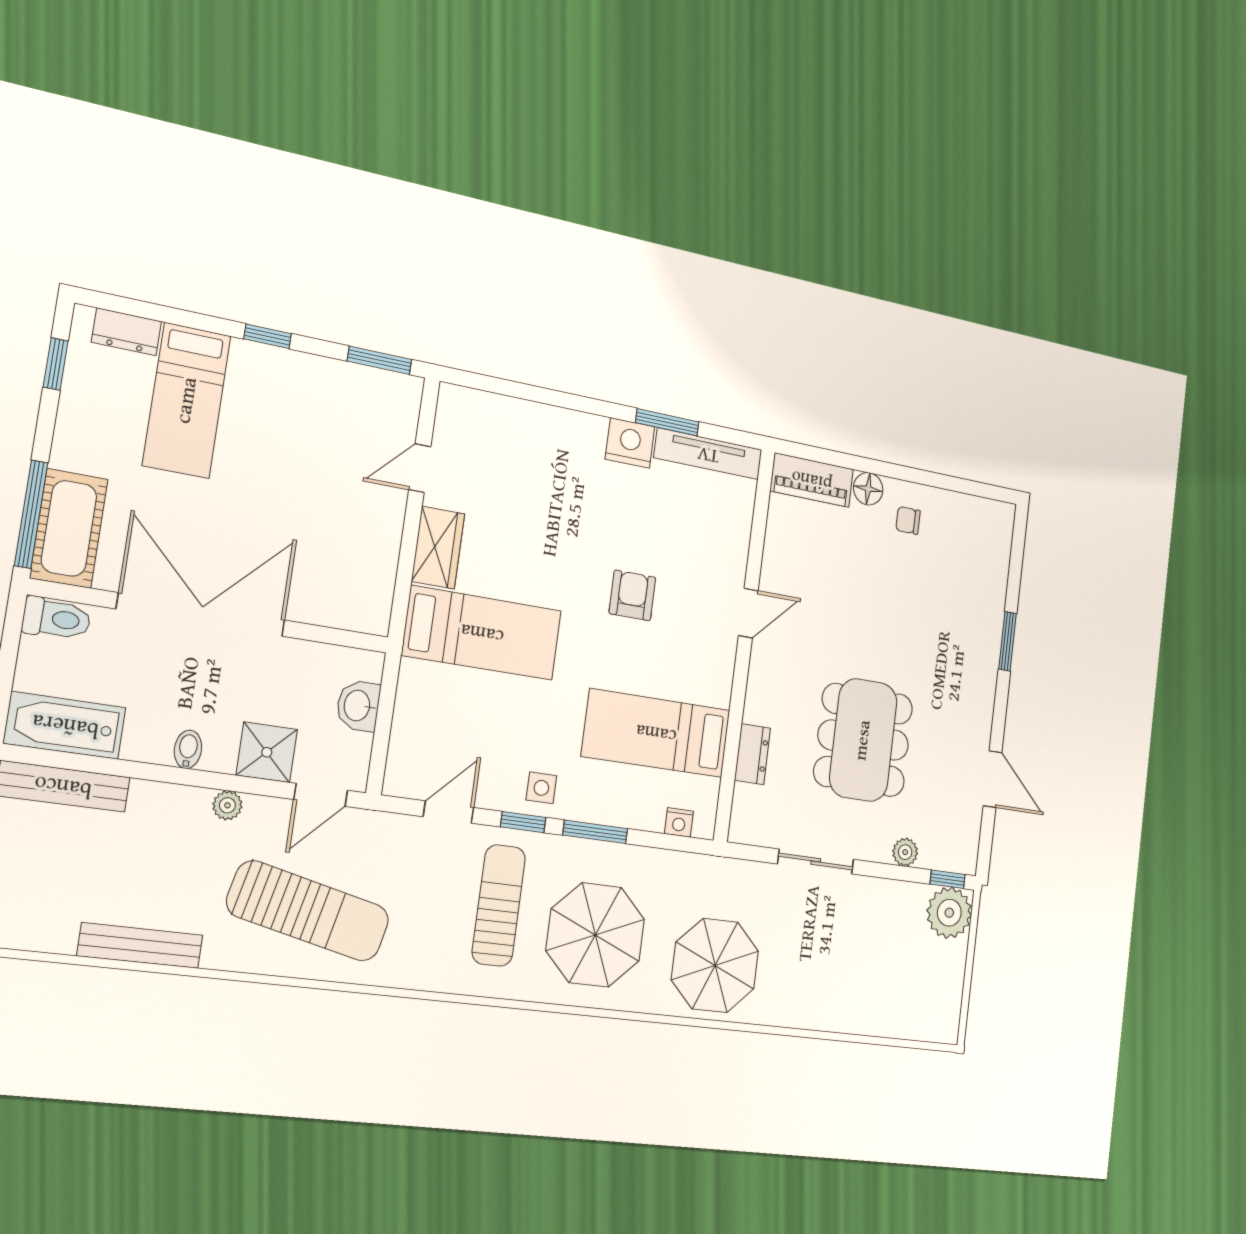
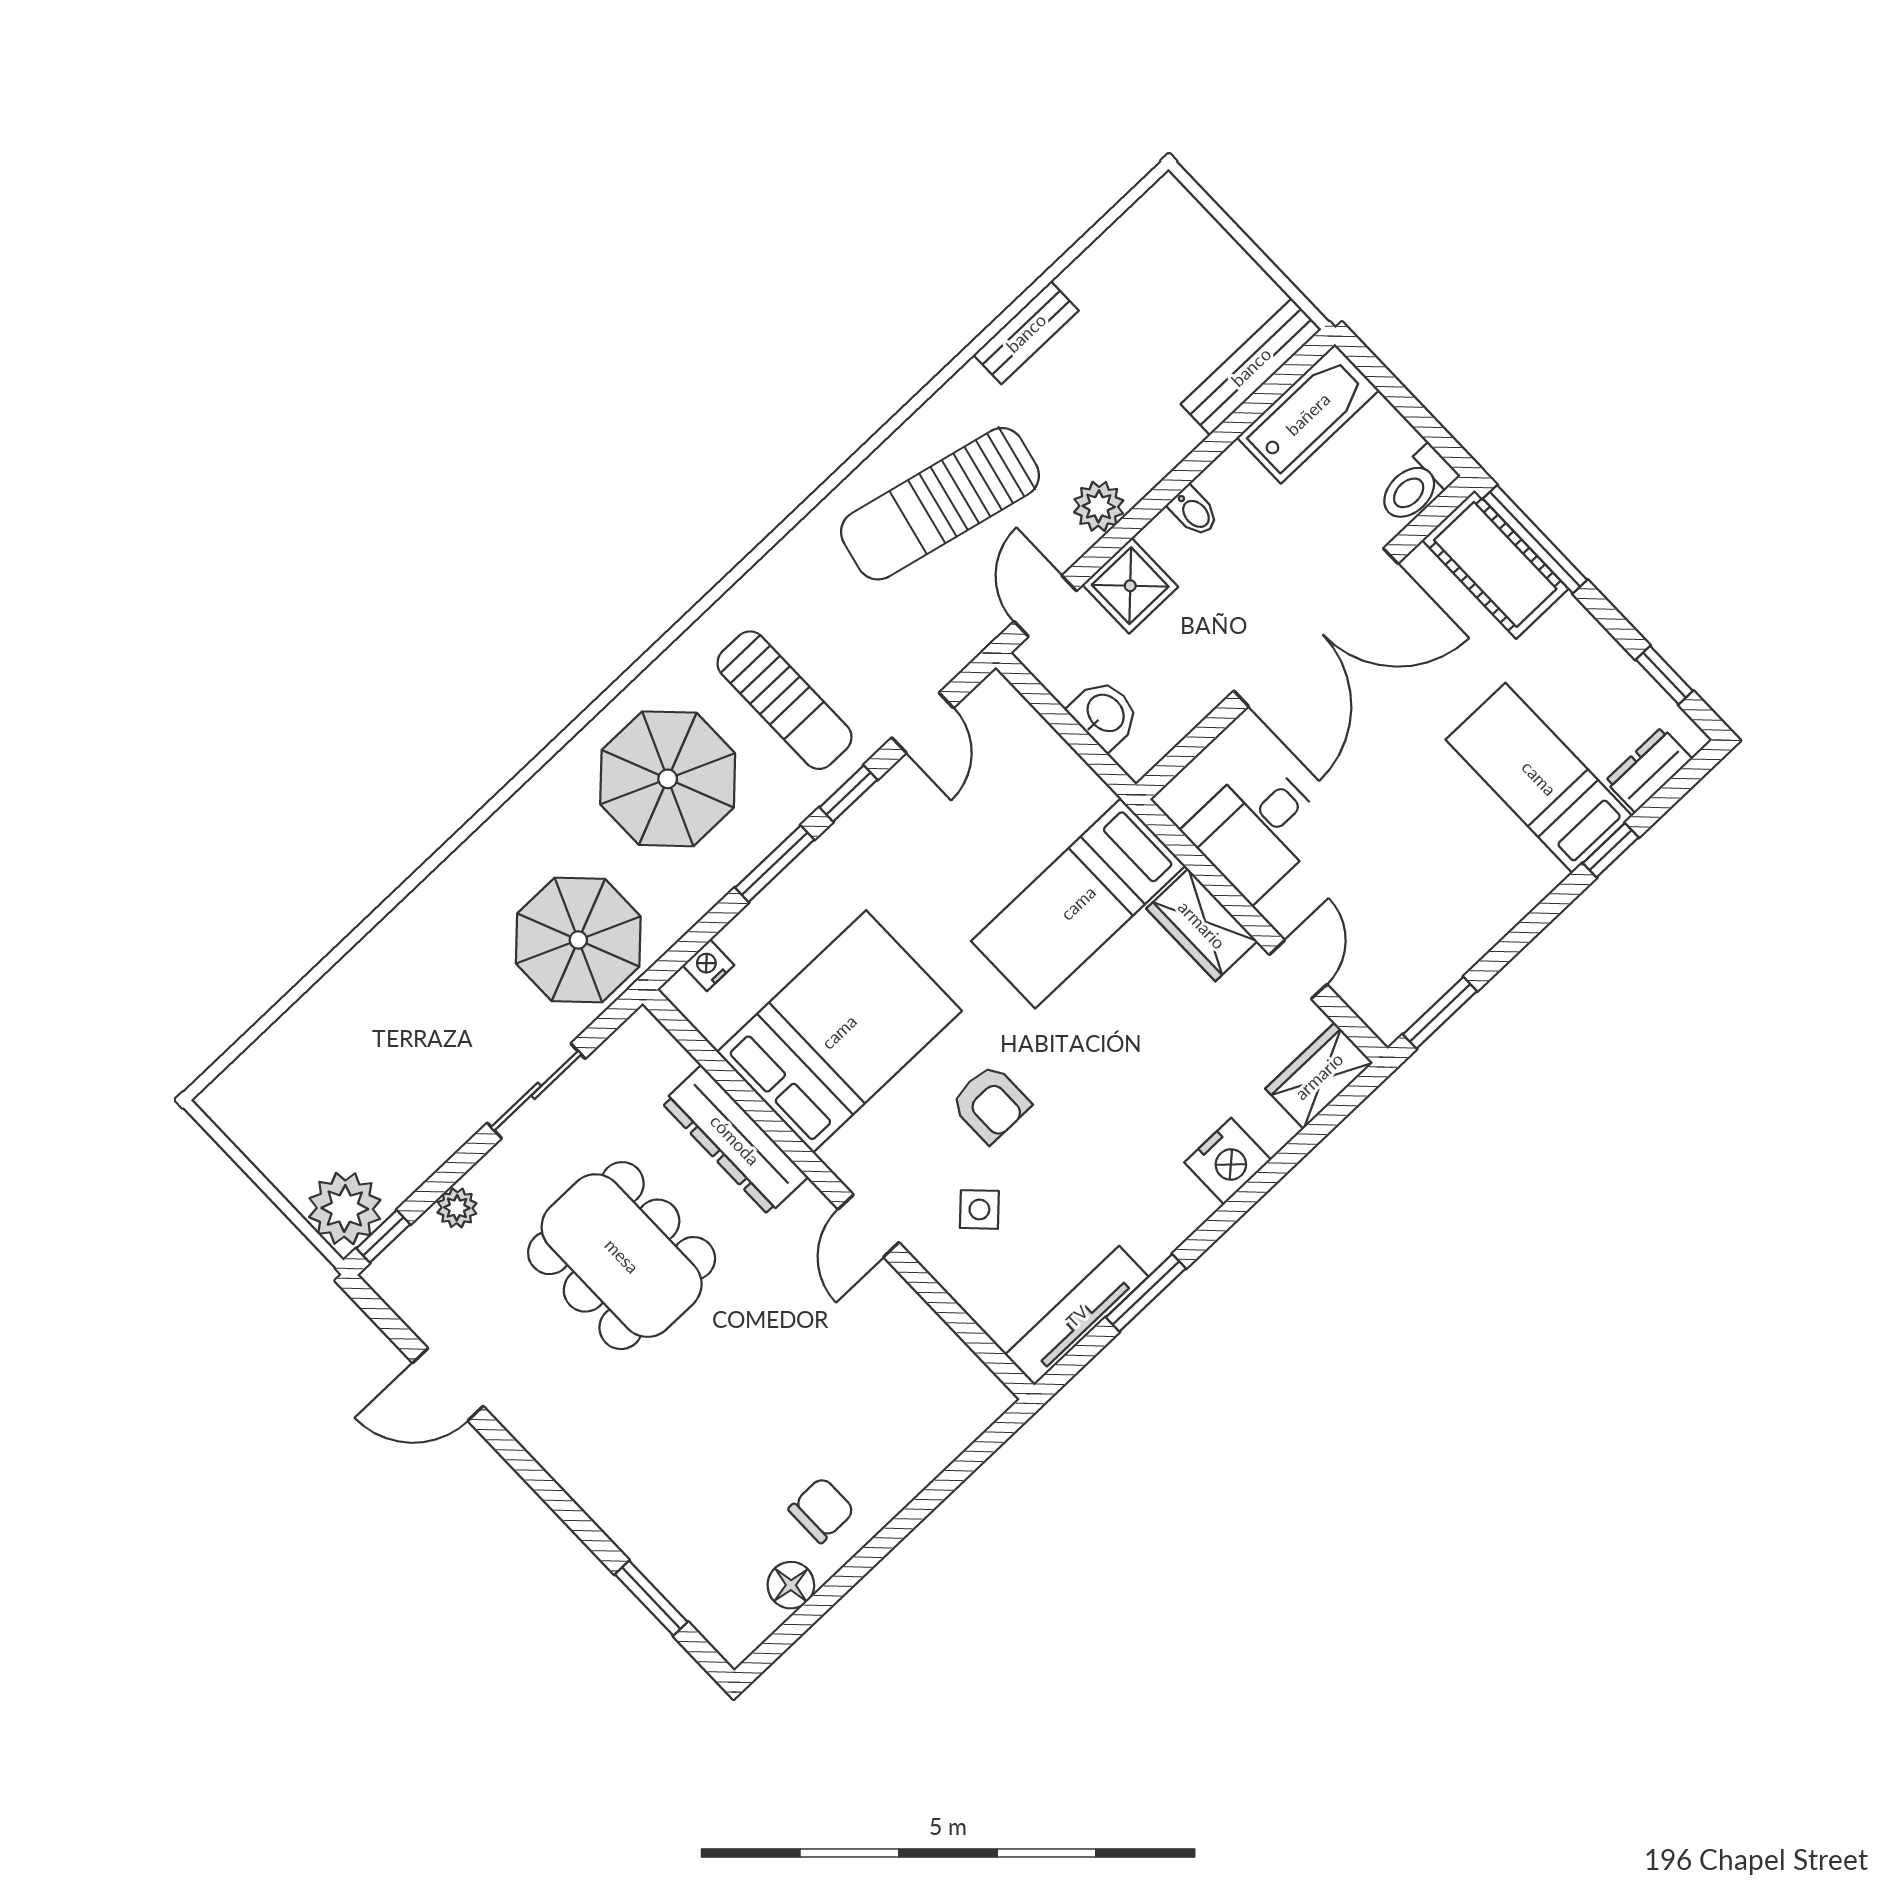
window: (268, 336) -> (1611, 850), moved
wardrobe: (472, 409) -> (1319, 1076), added
nightstand: (630, 443) -> (1228, 1161), moved
piano: (812, 480) -> (956, 1422), removed
floor lamp: (868, 489) -> (791, 1585), moved
chair: (908, 520) -> (822, 1510), width x1.37, depth x1.37
desk: (356, 557) -> (1257, 829), added
window: (1007, 641) -> (651, 1598), moved
bed: (656, 733) -> (839, 1032), width x1.50
dresser: (752, 754) -> (735, 1140), width x1.96, depth x1.24
side table: (541, 788) -> (979, 1209), moved, turned 45
plant: (227, 805) -> (1099, 506), width x1.38, depth x1.38
bench: (140, 946) -> (1026, 333), width x0.73
parasol: (715, 965) -> (578, 940), moved

